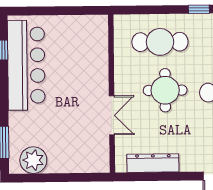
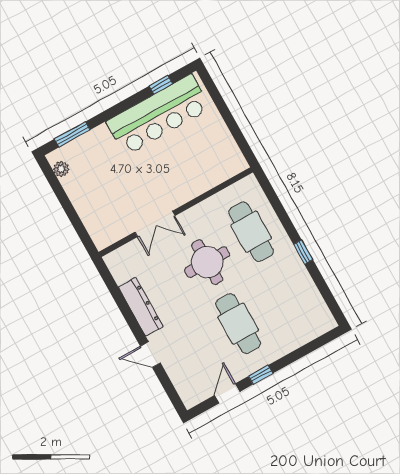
plant: (33, 160) -> (61, 169), width x0.53, depth x0.53
dresser: (153, 163) -> (141, 307), moved

